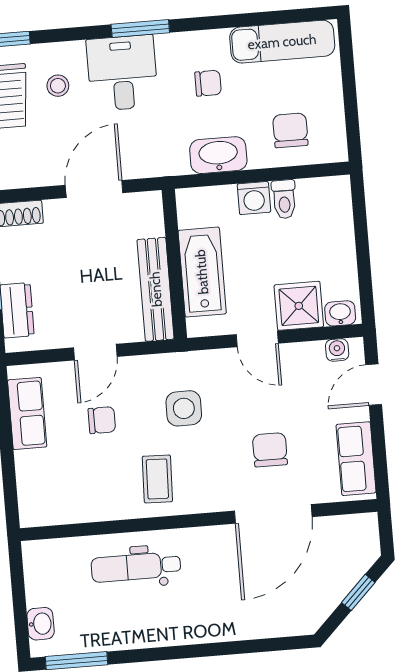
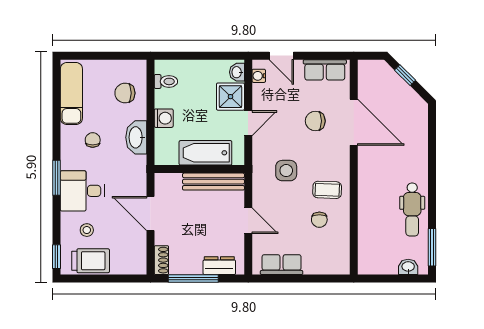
toilet: (284, 199) -> (166, 81), moved
chair: (102, 420) -> (319, 220), moved, turned 180
dental chair: (136, 567) -> (412, 209), moved

